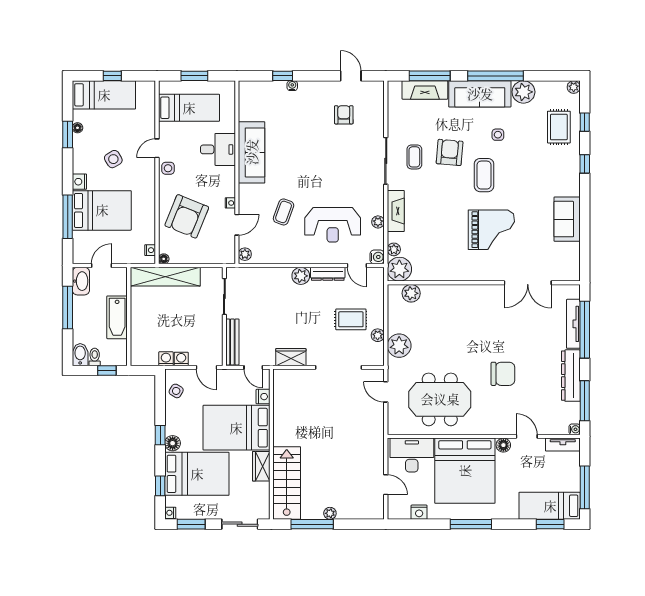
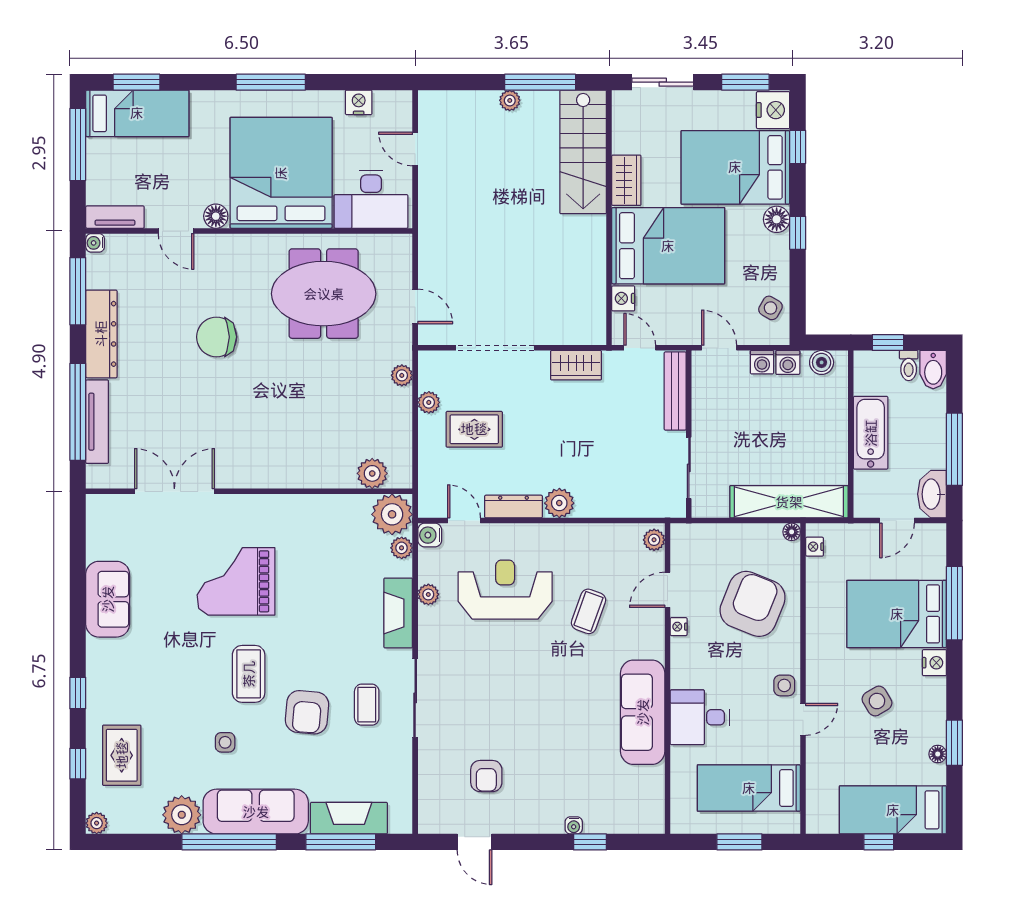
plant: (399, 346) -> (402, 375), width x0.53, depth x0.53
boiler: (146, 359) -> (822, 362), added
nightstand: (170, 513) -> (773, 110), width x1.89, depth x1.79

